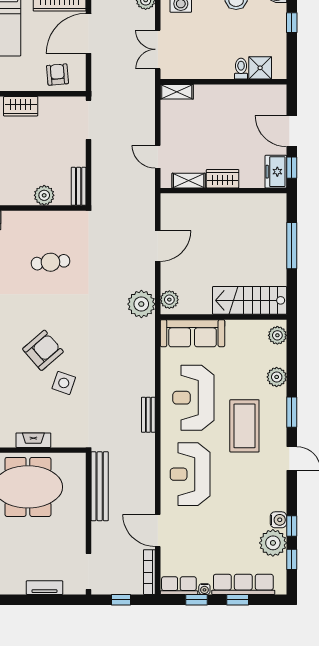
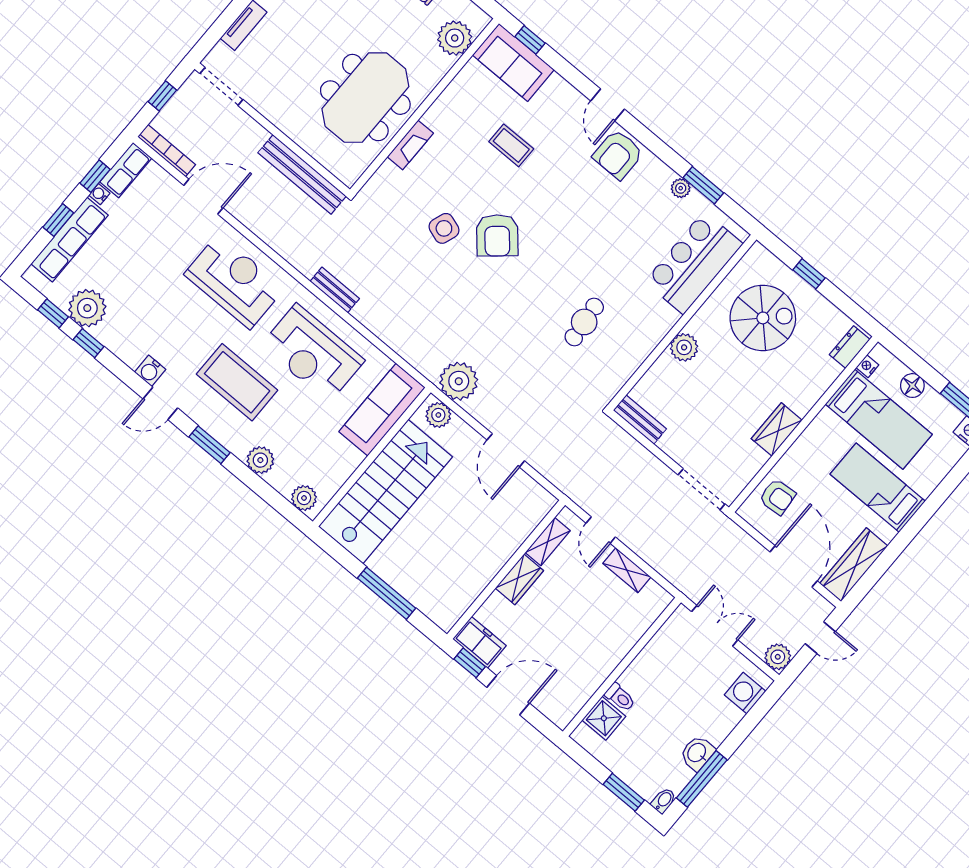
window: (292, 23) -> (624, 792), width x1.50
shelving: (177, 92) -> (627, 570), moved, turned 90
door: (158, 157) -> (601, 530), swing flipped
plant: (44, 195) -> (684, 347), moved
stairs: (250, 300) -> (385, 492), width x1.36, depth x1.51
reception desk: (193, 398) -> (313, 353), turned 180
water cooler: (278, 520) -> (150, 371), moved

